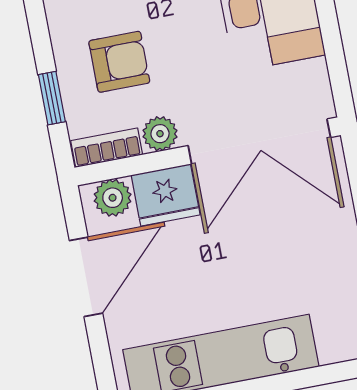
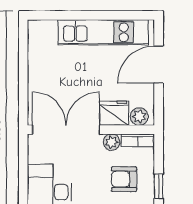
window: (52, 98) -> (159, 186), moved
door: (86, 277) -> (159, 65), moved

